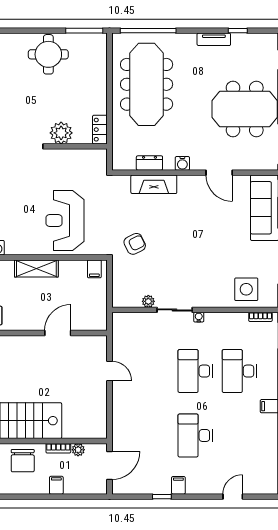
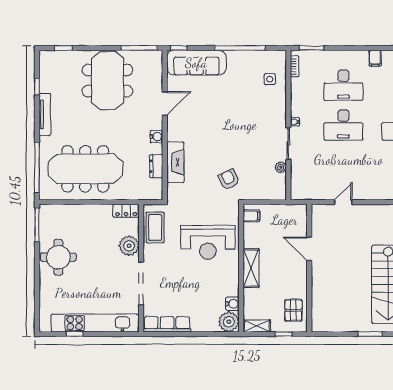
tv unit: (214, 39) -> (45, 114), width x1.41
coffee table: (82, 162) -> (155, 227), added
side table: (246, 289) -> (270, 79), width x0.54, depth x0.54

